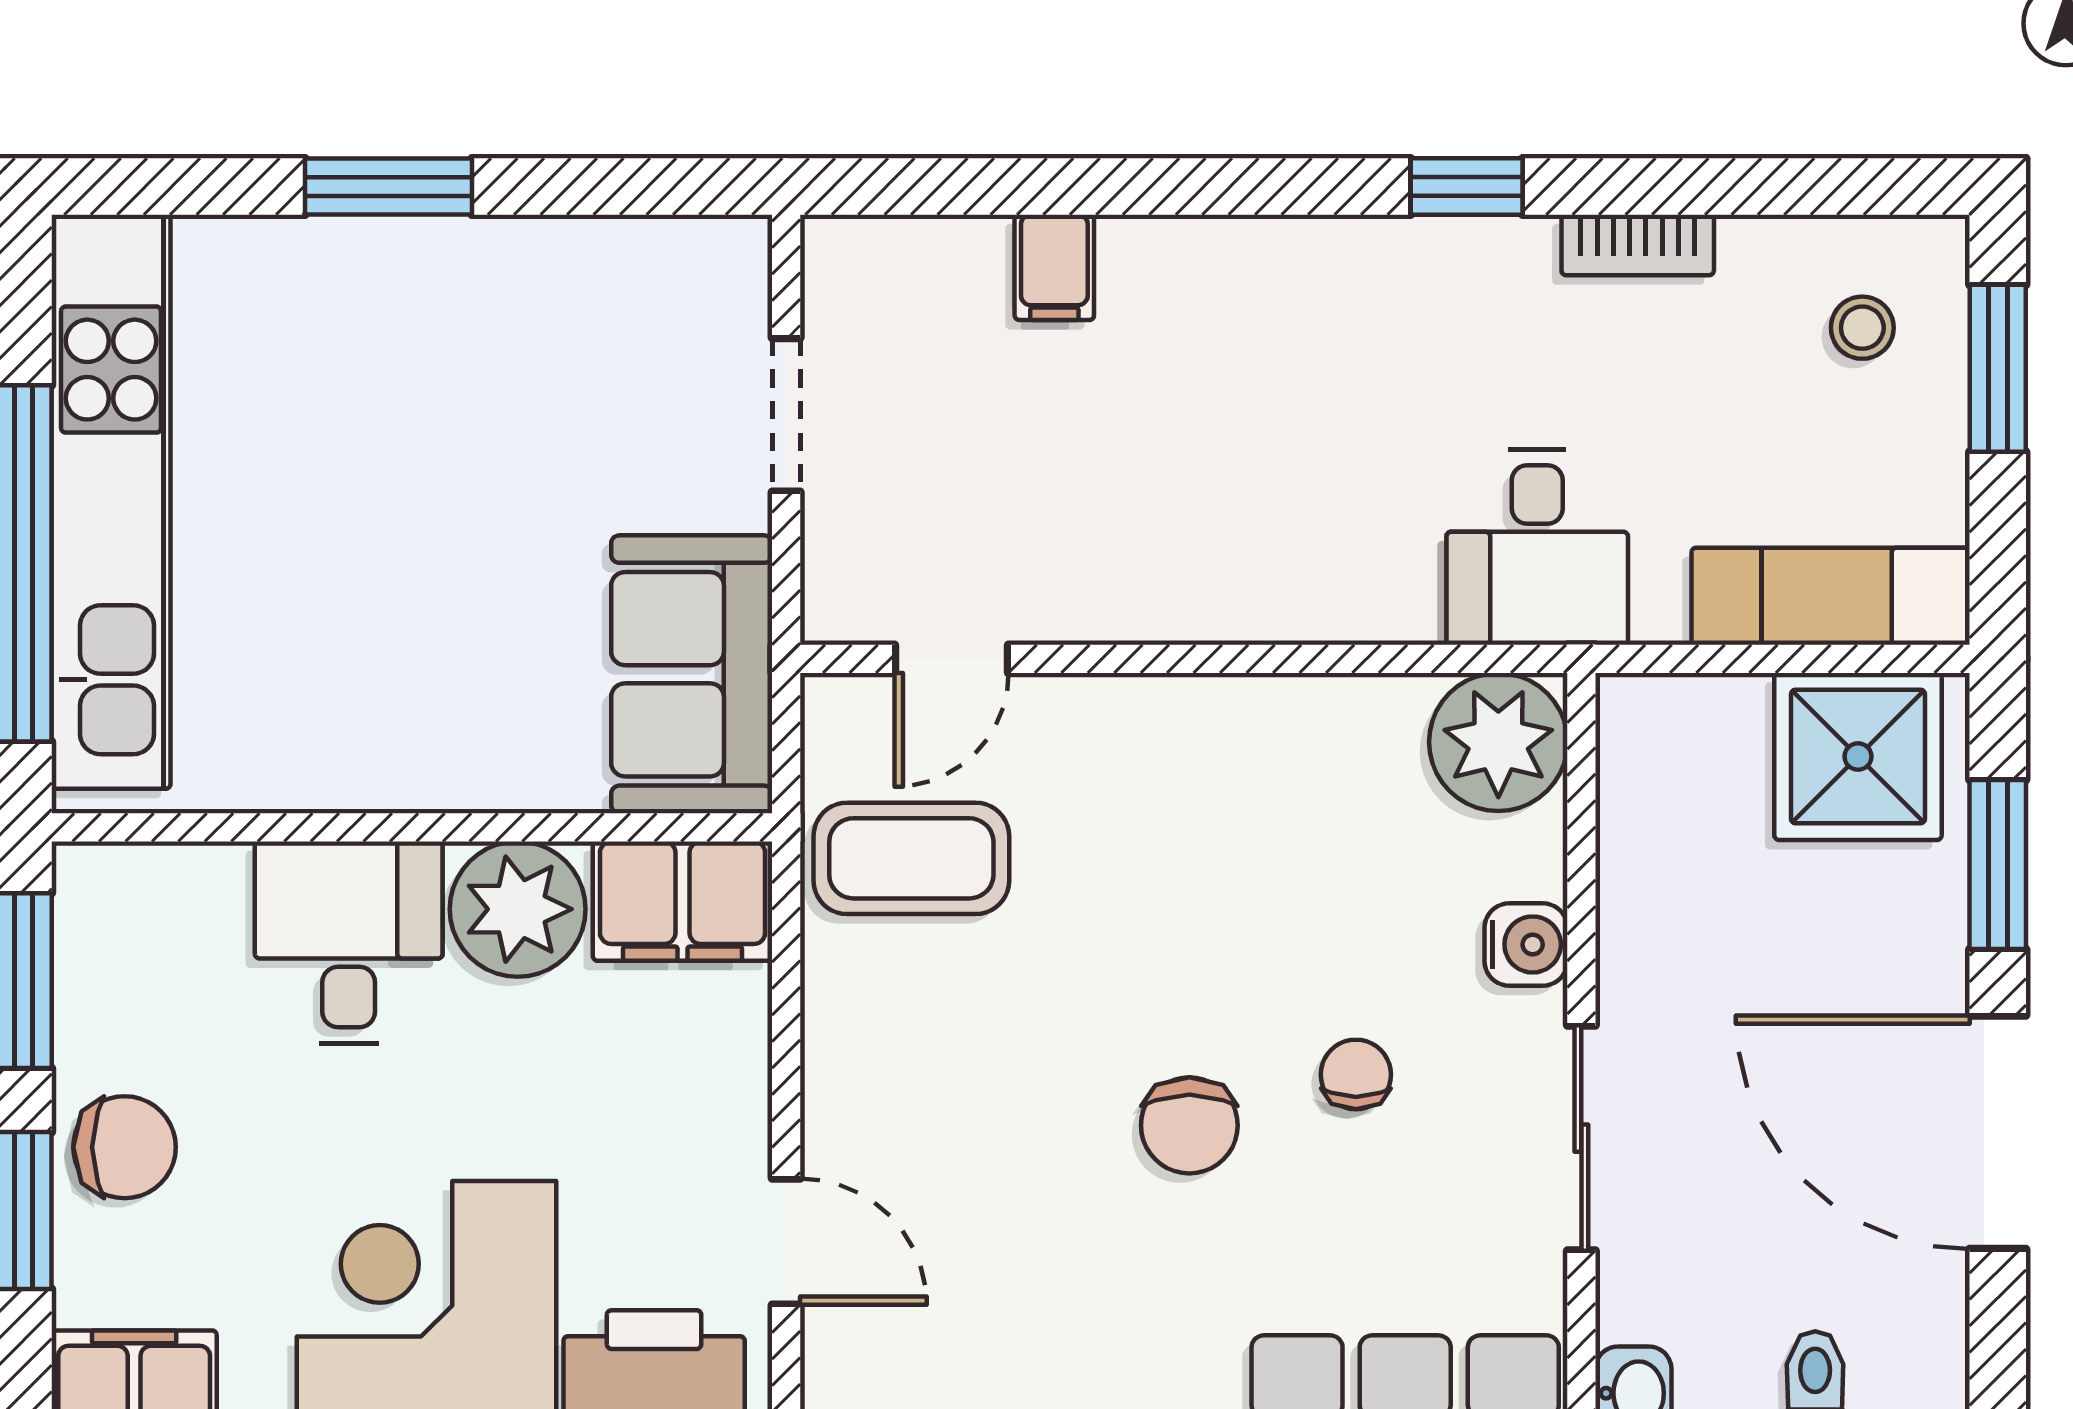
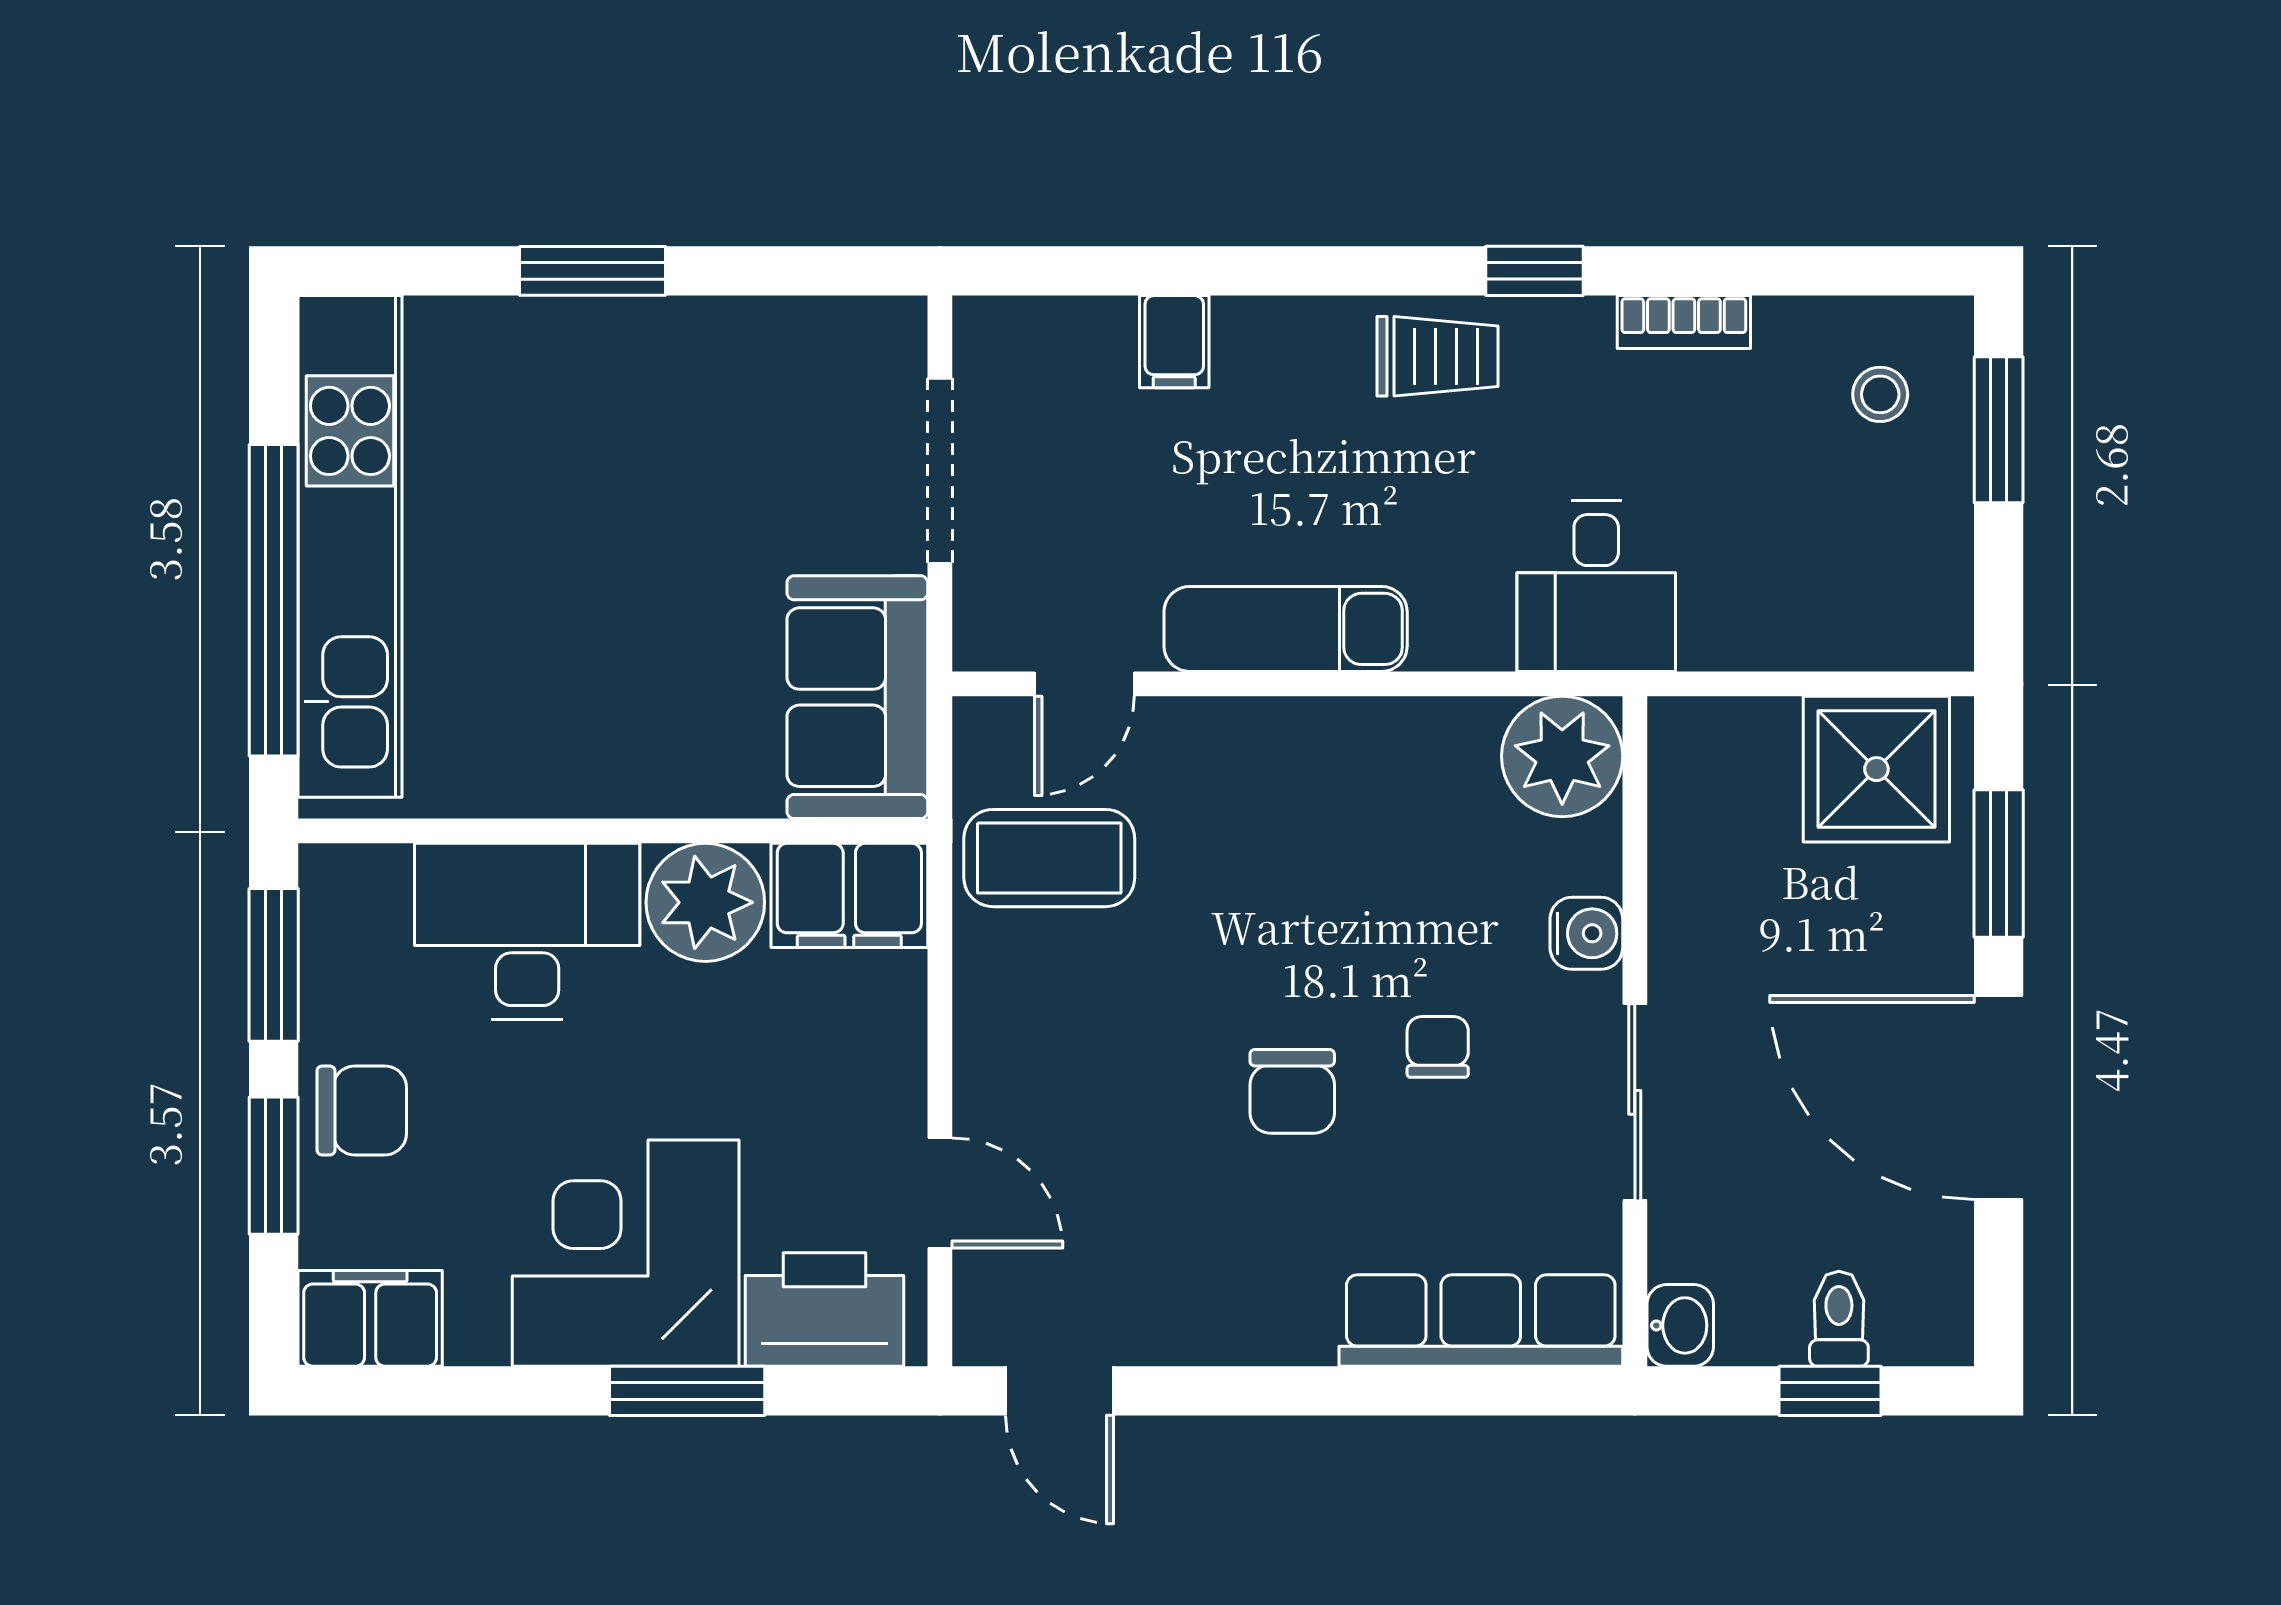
trolley: (1356, 284) -> (1437, 356), added
doorway: (786, 415) -> (940, 471), width x1.38
exam couch: (1831, 596) -> (1286, 629), moved
desk: (349, 942) -> (527, 932), width x1.37

